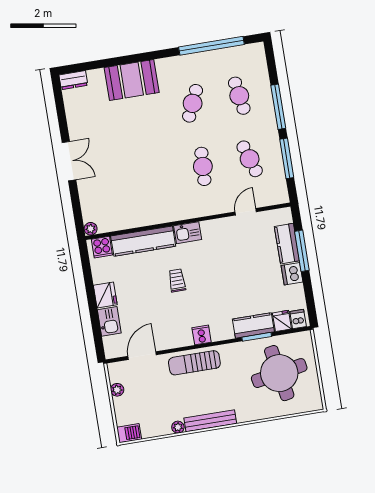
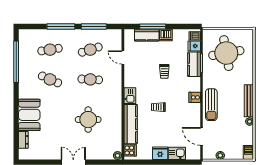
dresser: (73, 80) -> (23, 140), moved
round table: (139, 174) -> (88, 120), added
trolley: (235, 281) -> (164, 71), added

